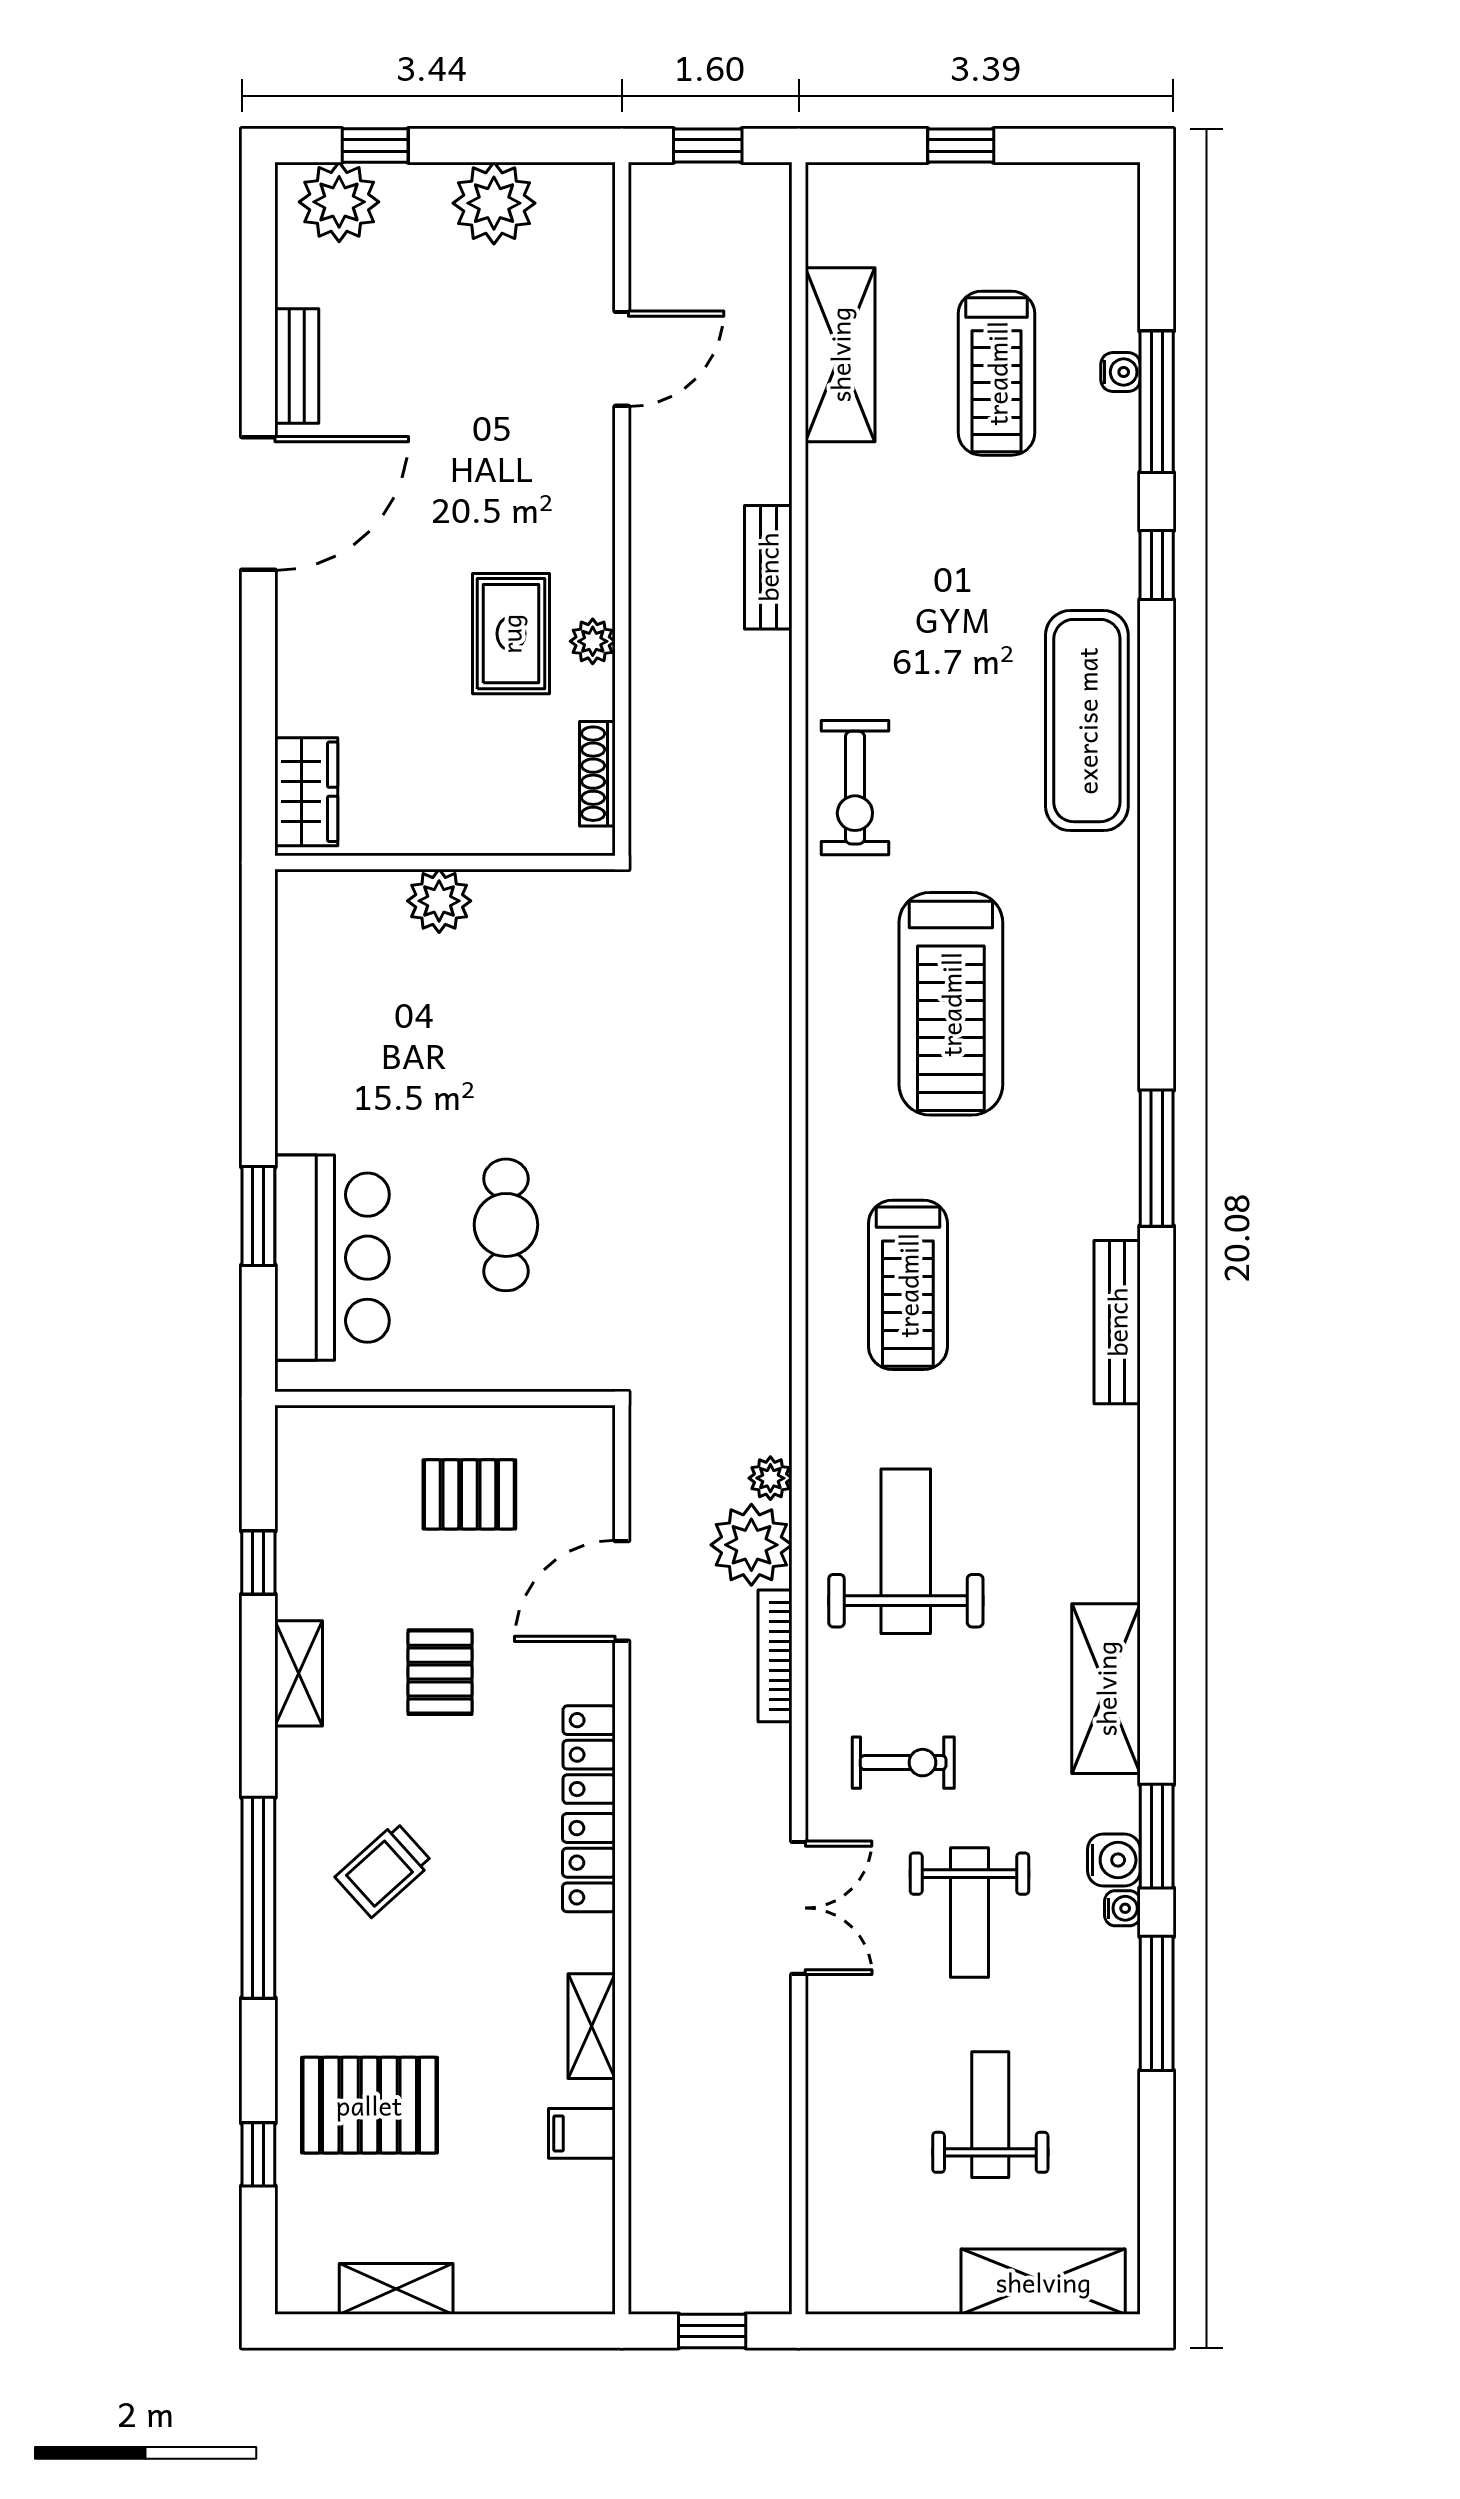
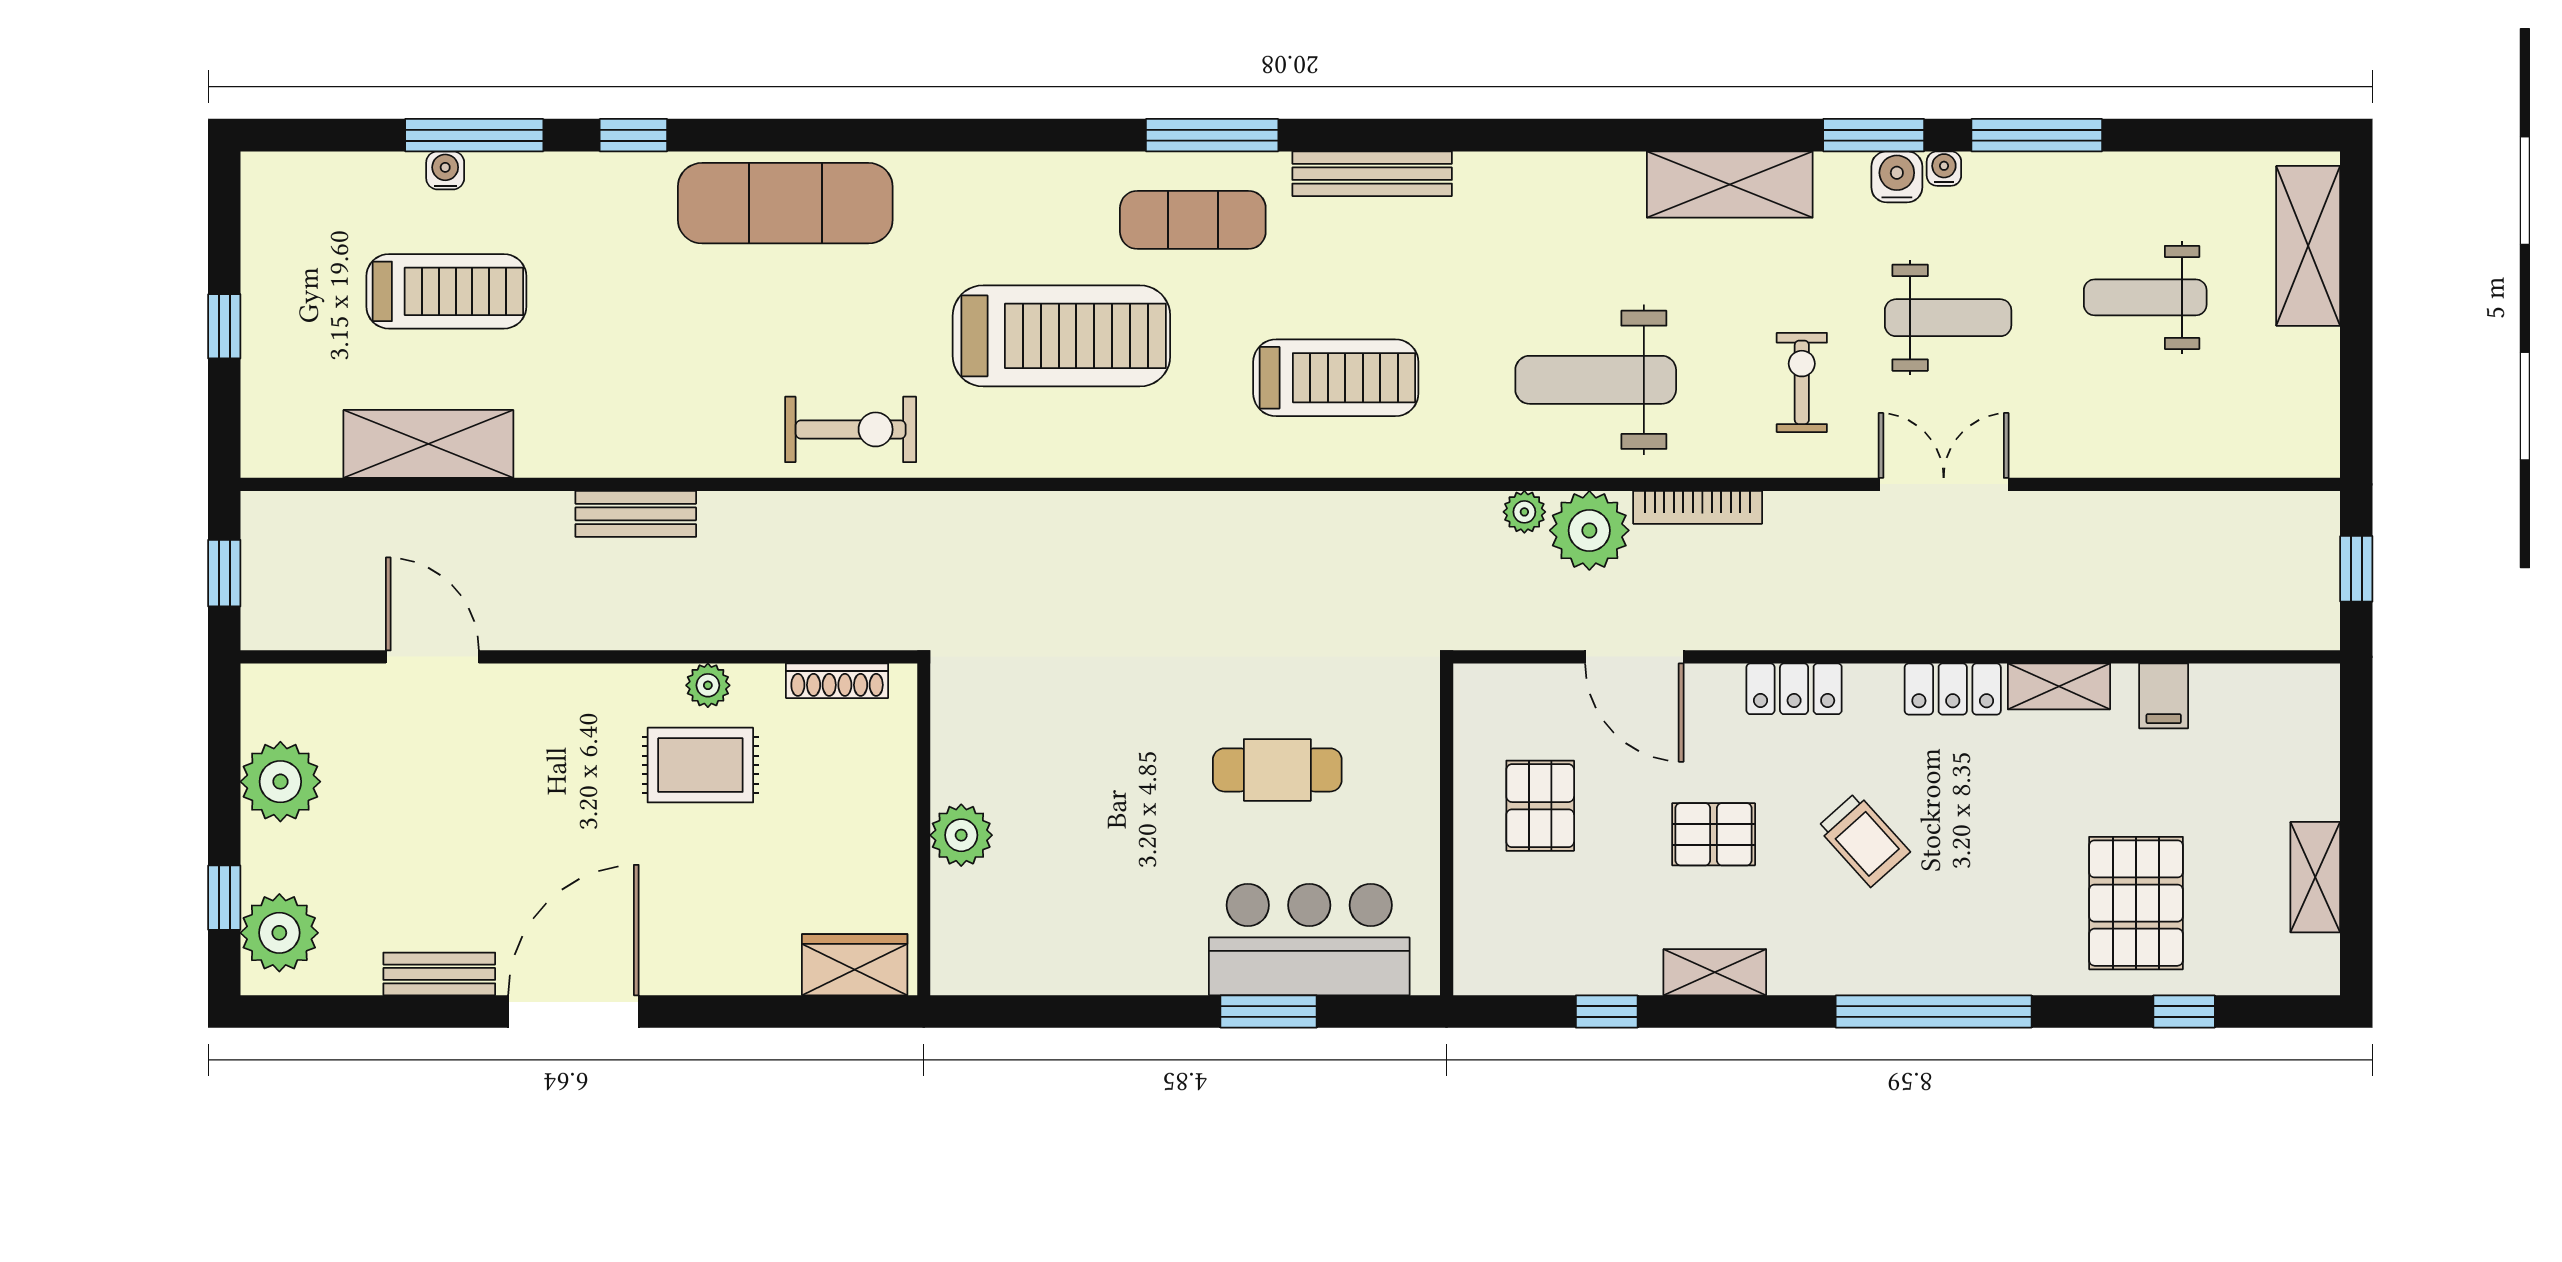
door: (258, 503) -> (573, 1011), hinge flipped
exercise mat: (1070, 1138) -> (1193, 220), added
locker: (589, 1863) -> (1953, 689), moved
trolley: (384, 1870) -> (1863, 840), moved

